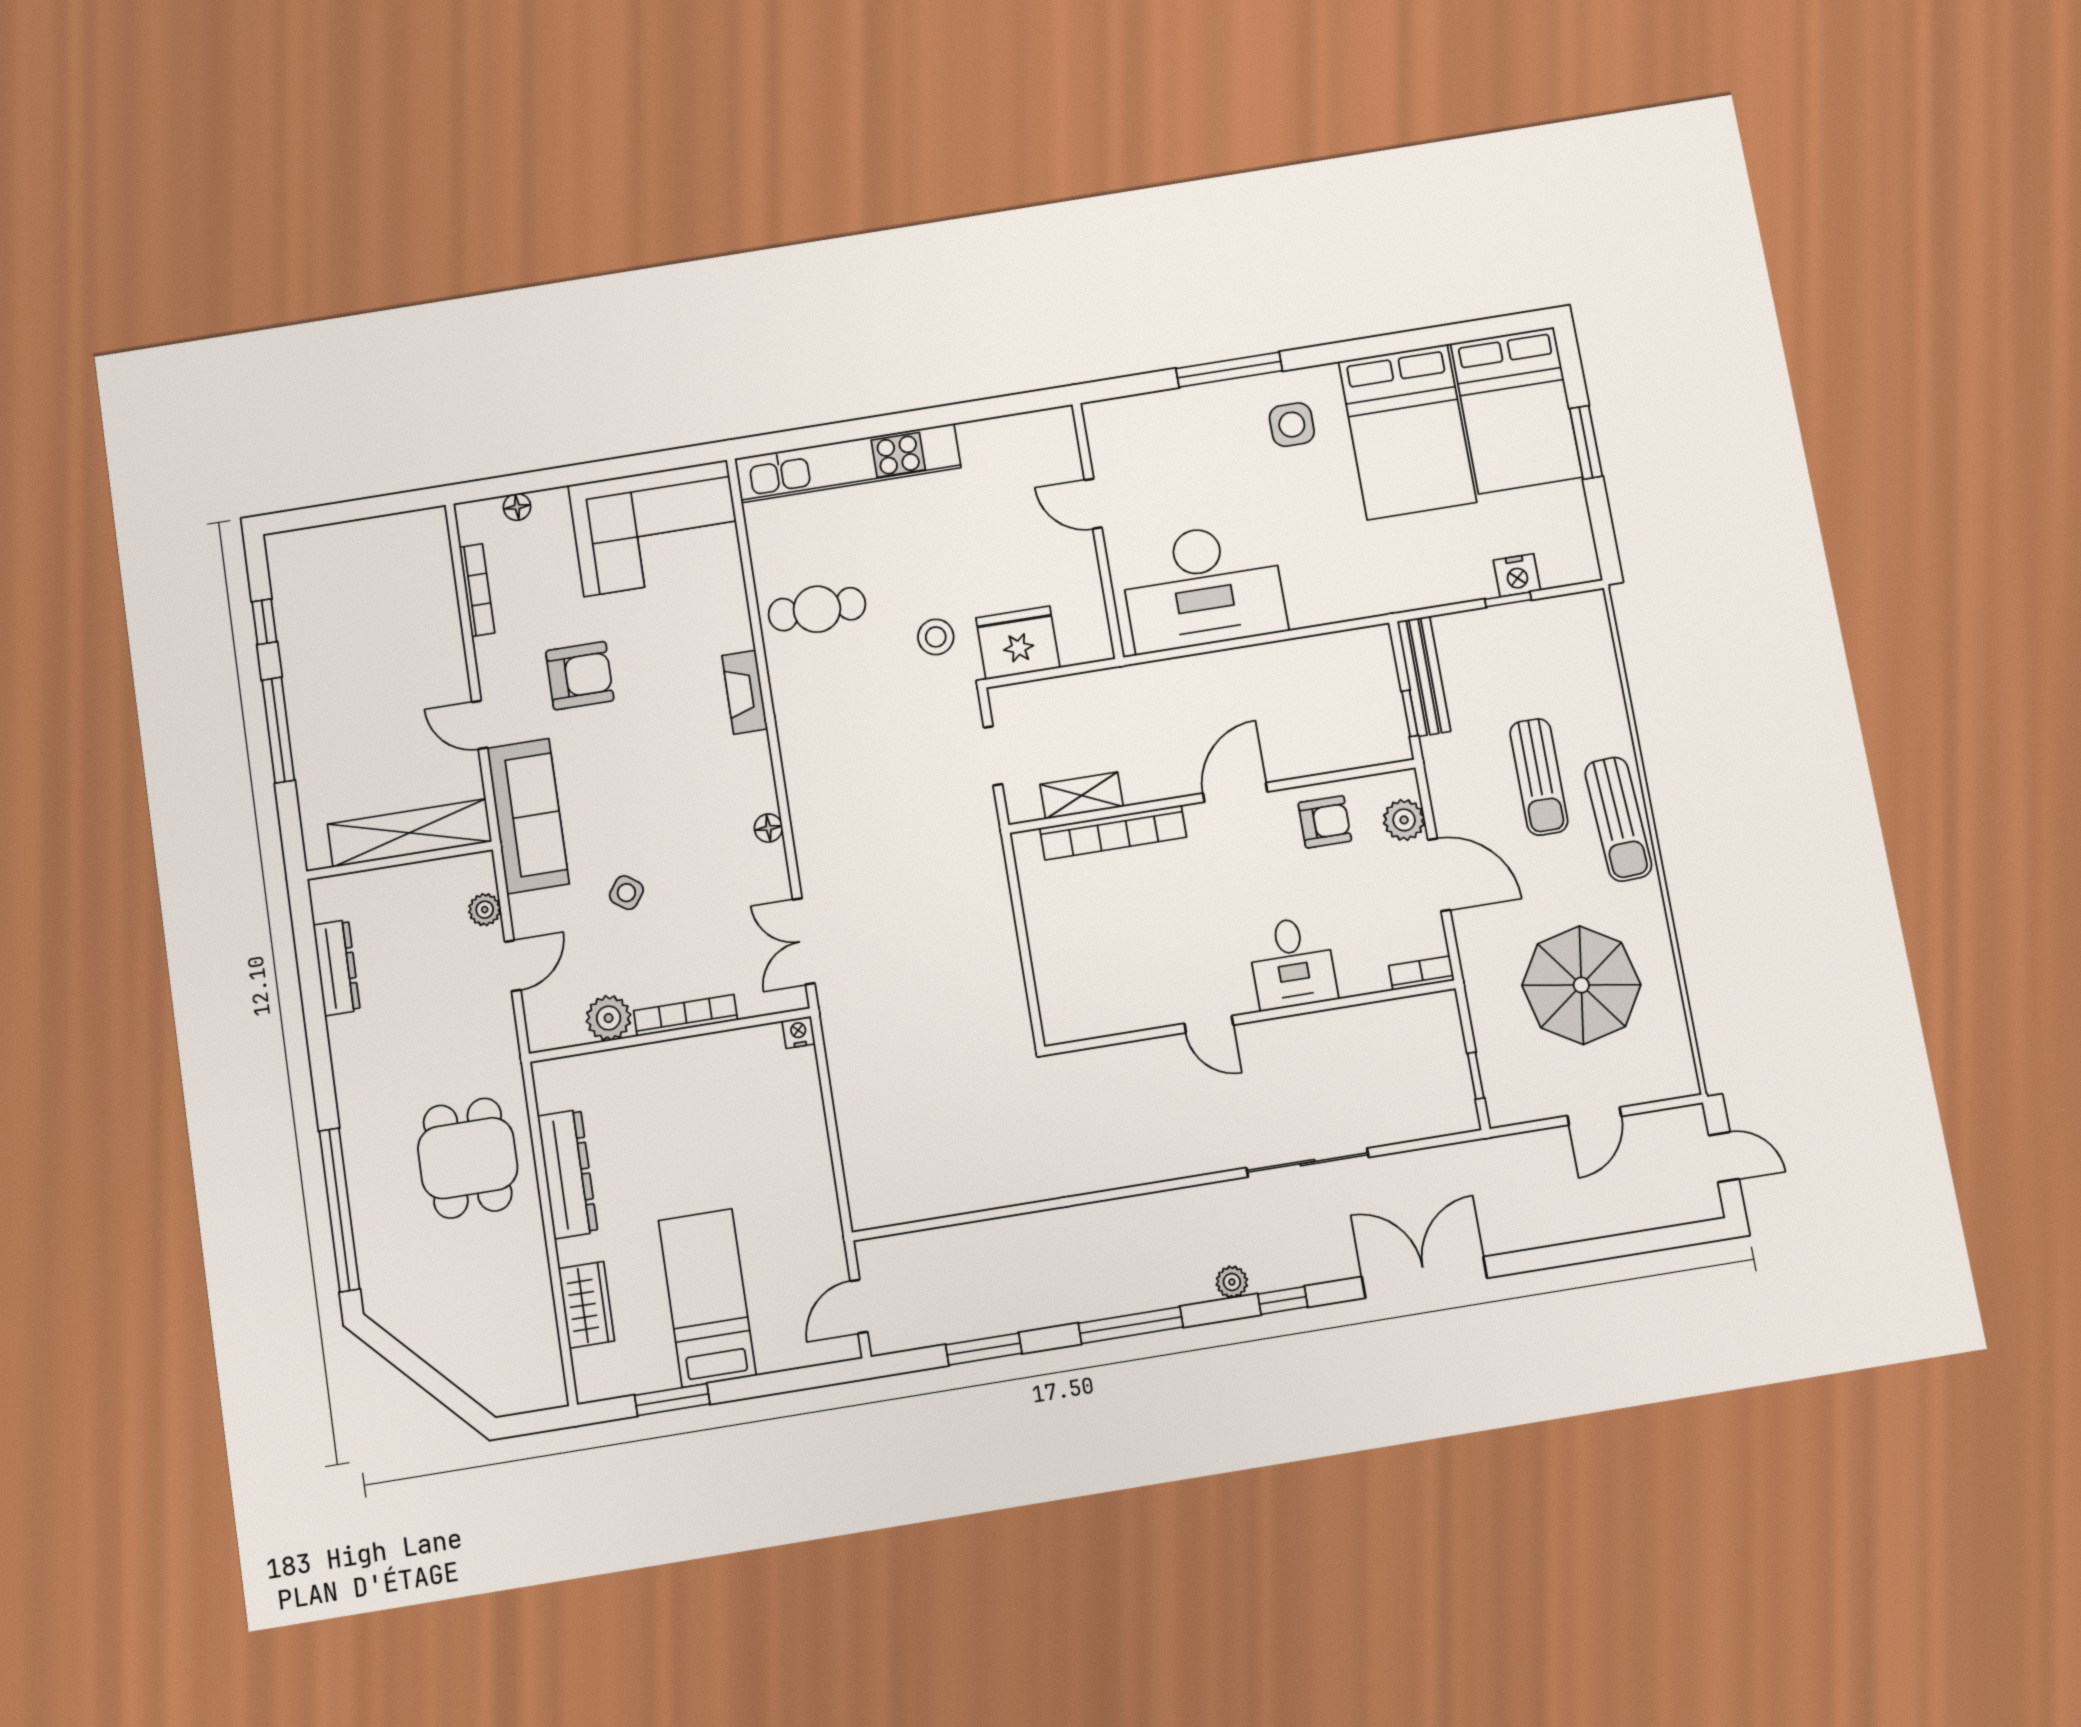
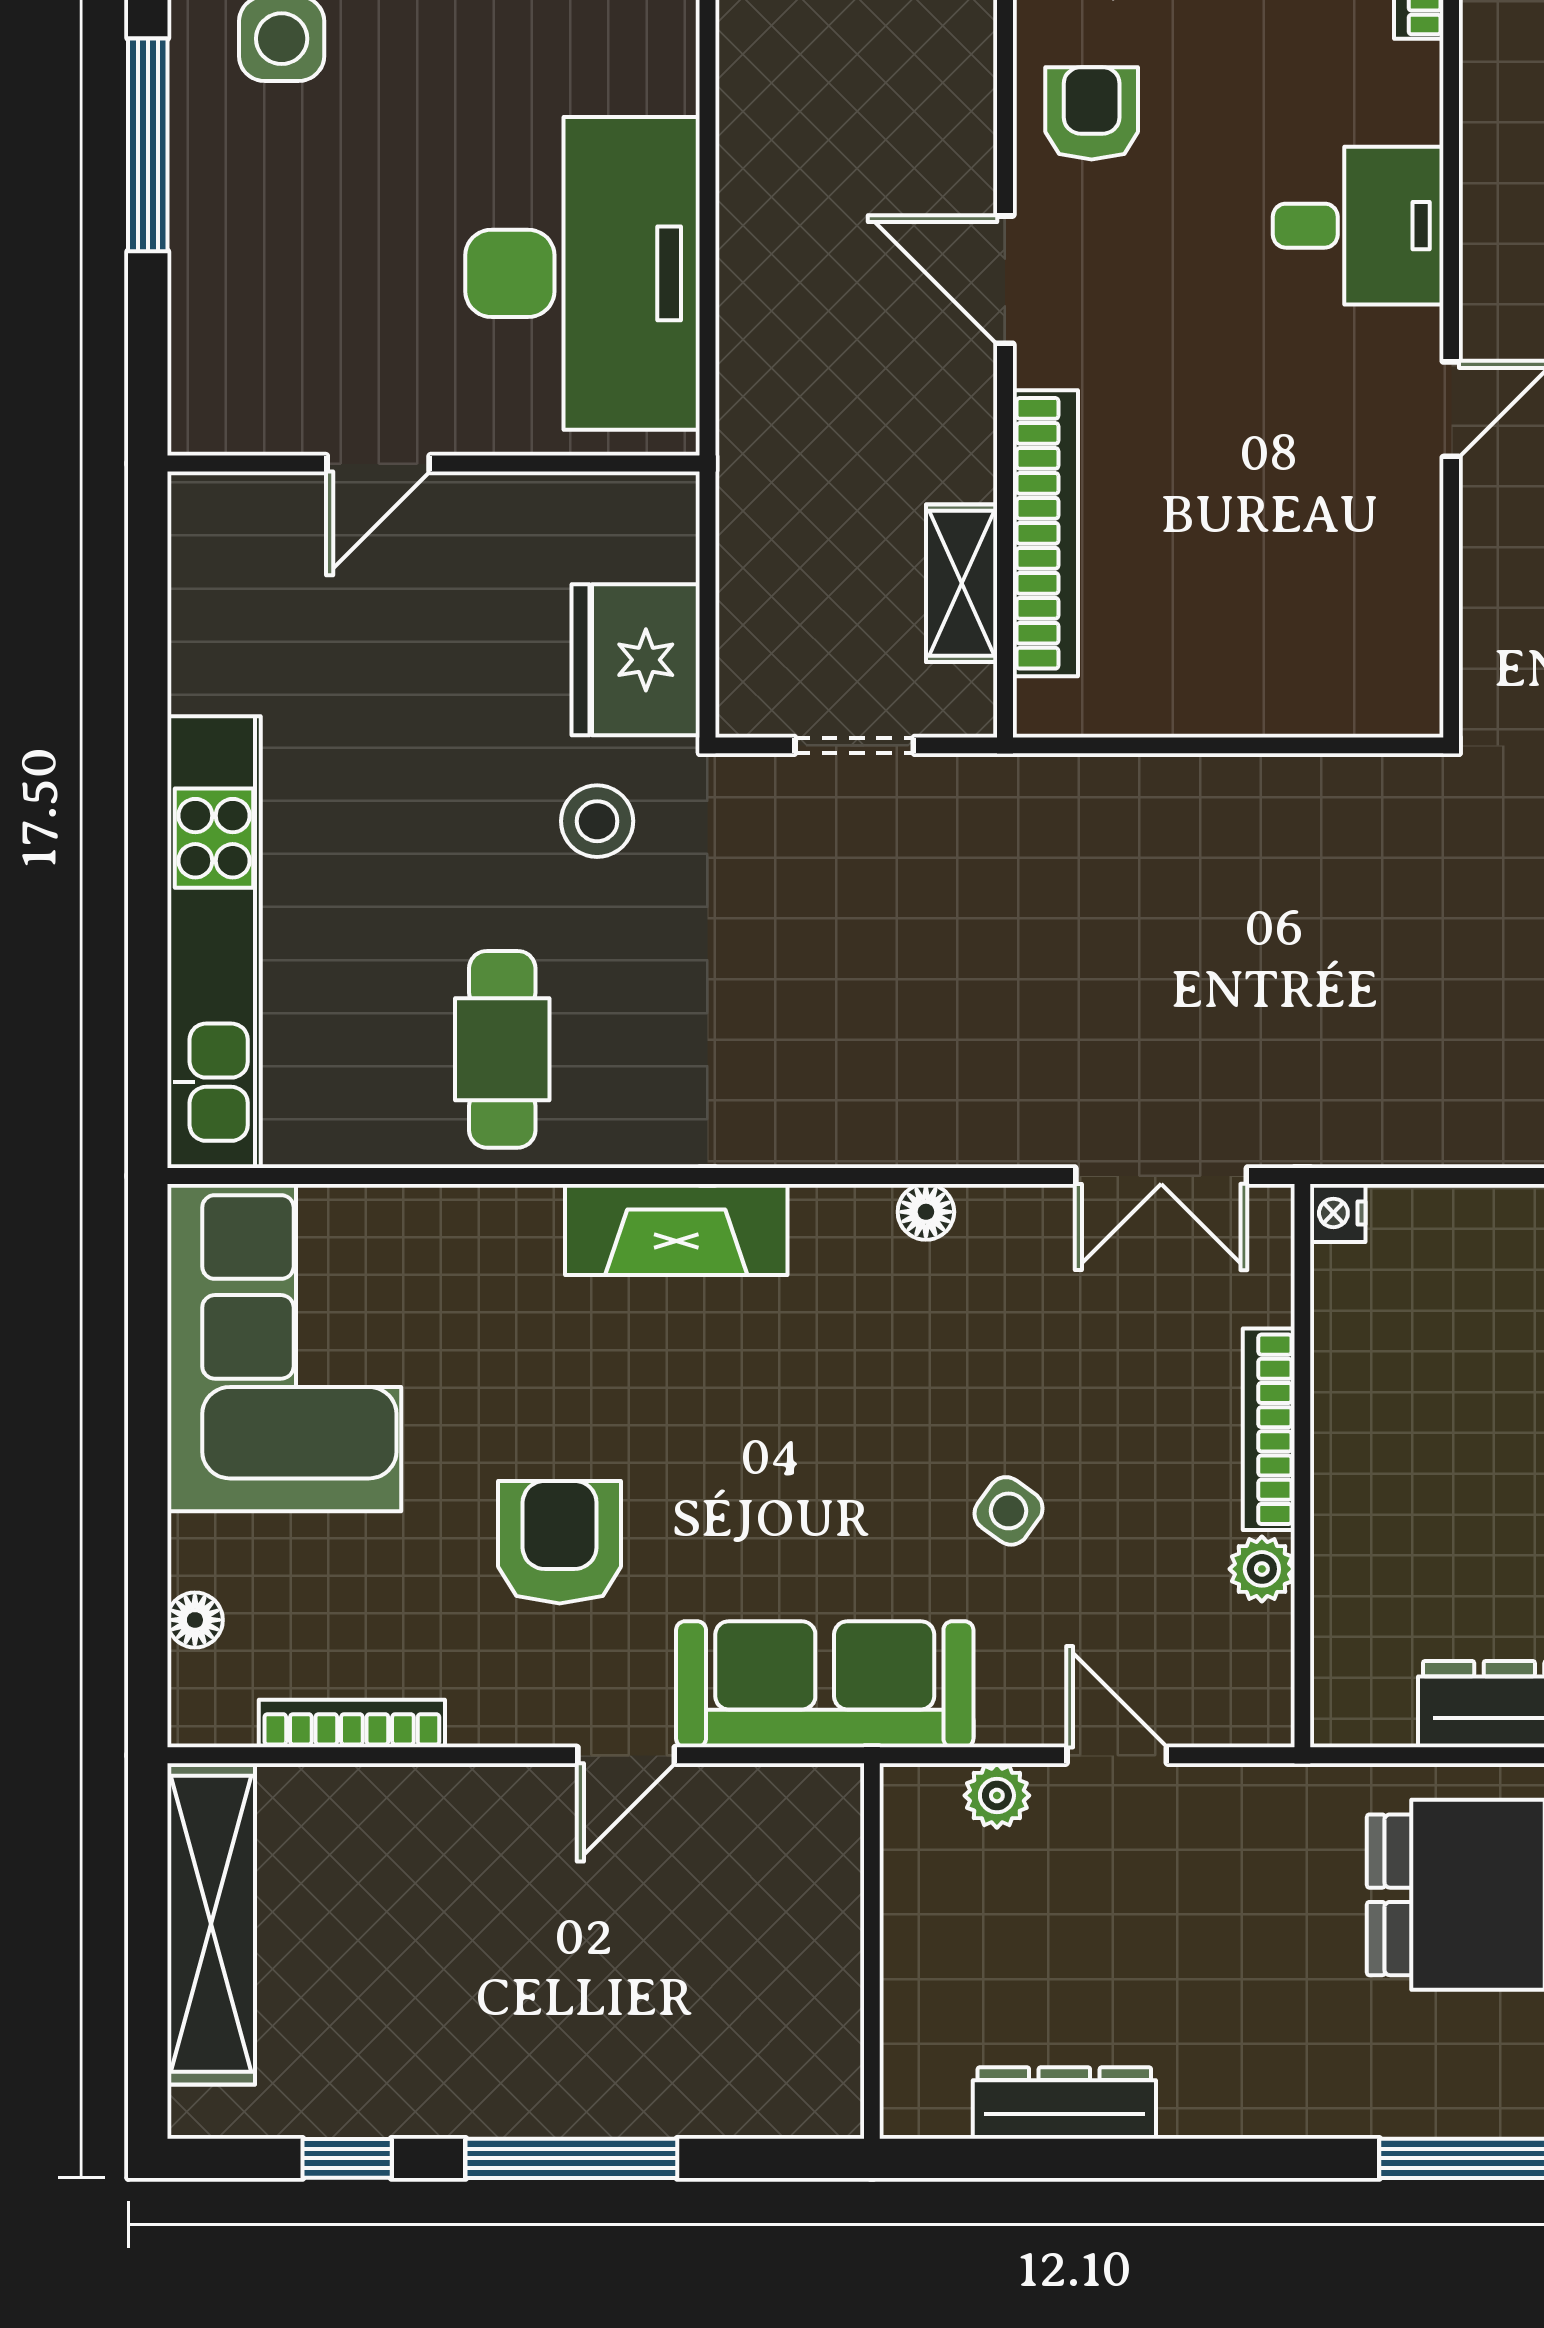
fireplace: (745, 692) -> (676, 1229), width x1.37, depth x1.32
shelving: (409, 833) -> (211, 1924), moved
plant: (609, 1018) -> (1262, 1569), width x0.73, depth x0.73

